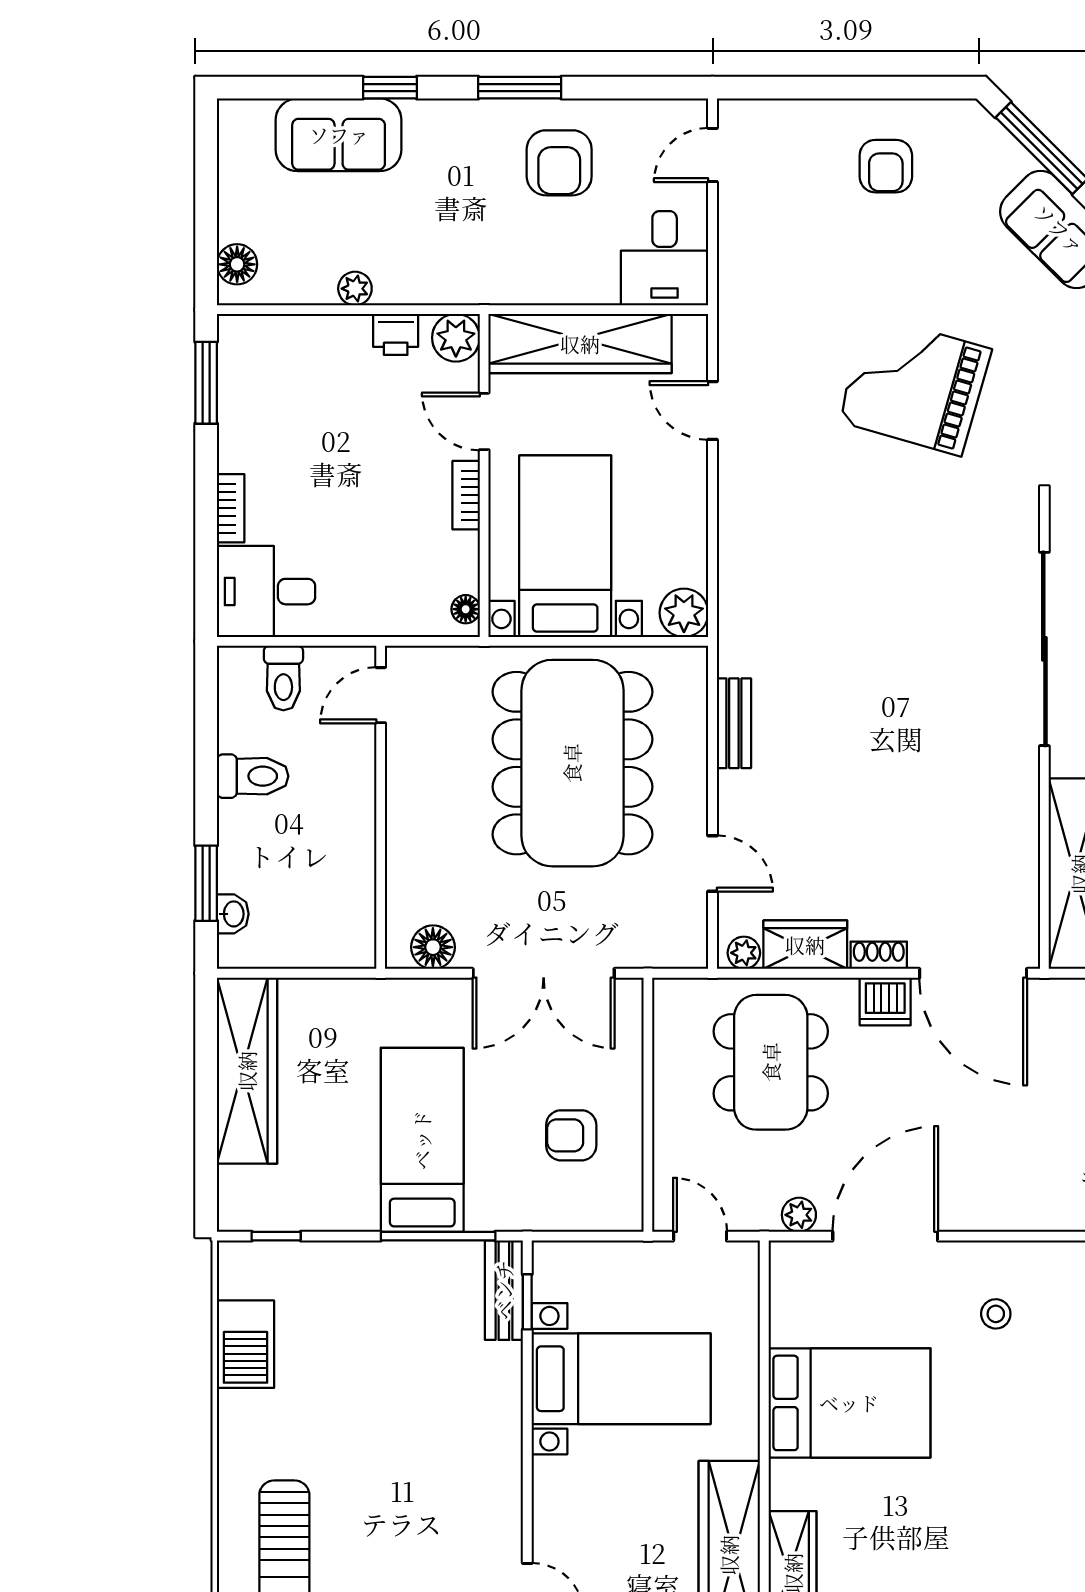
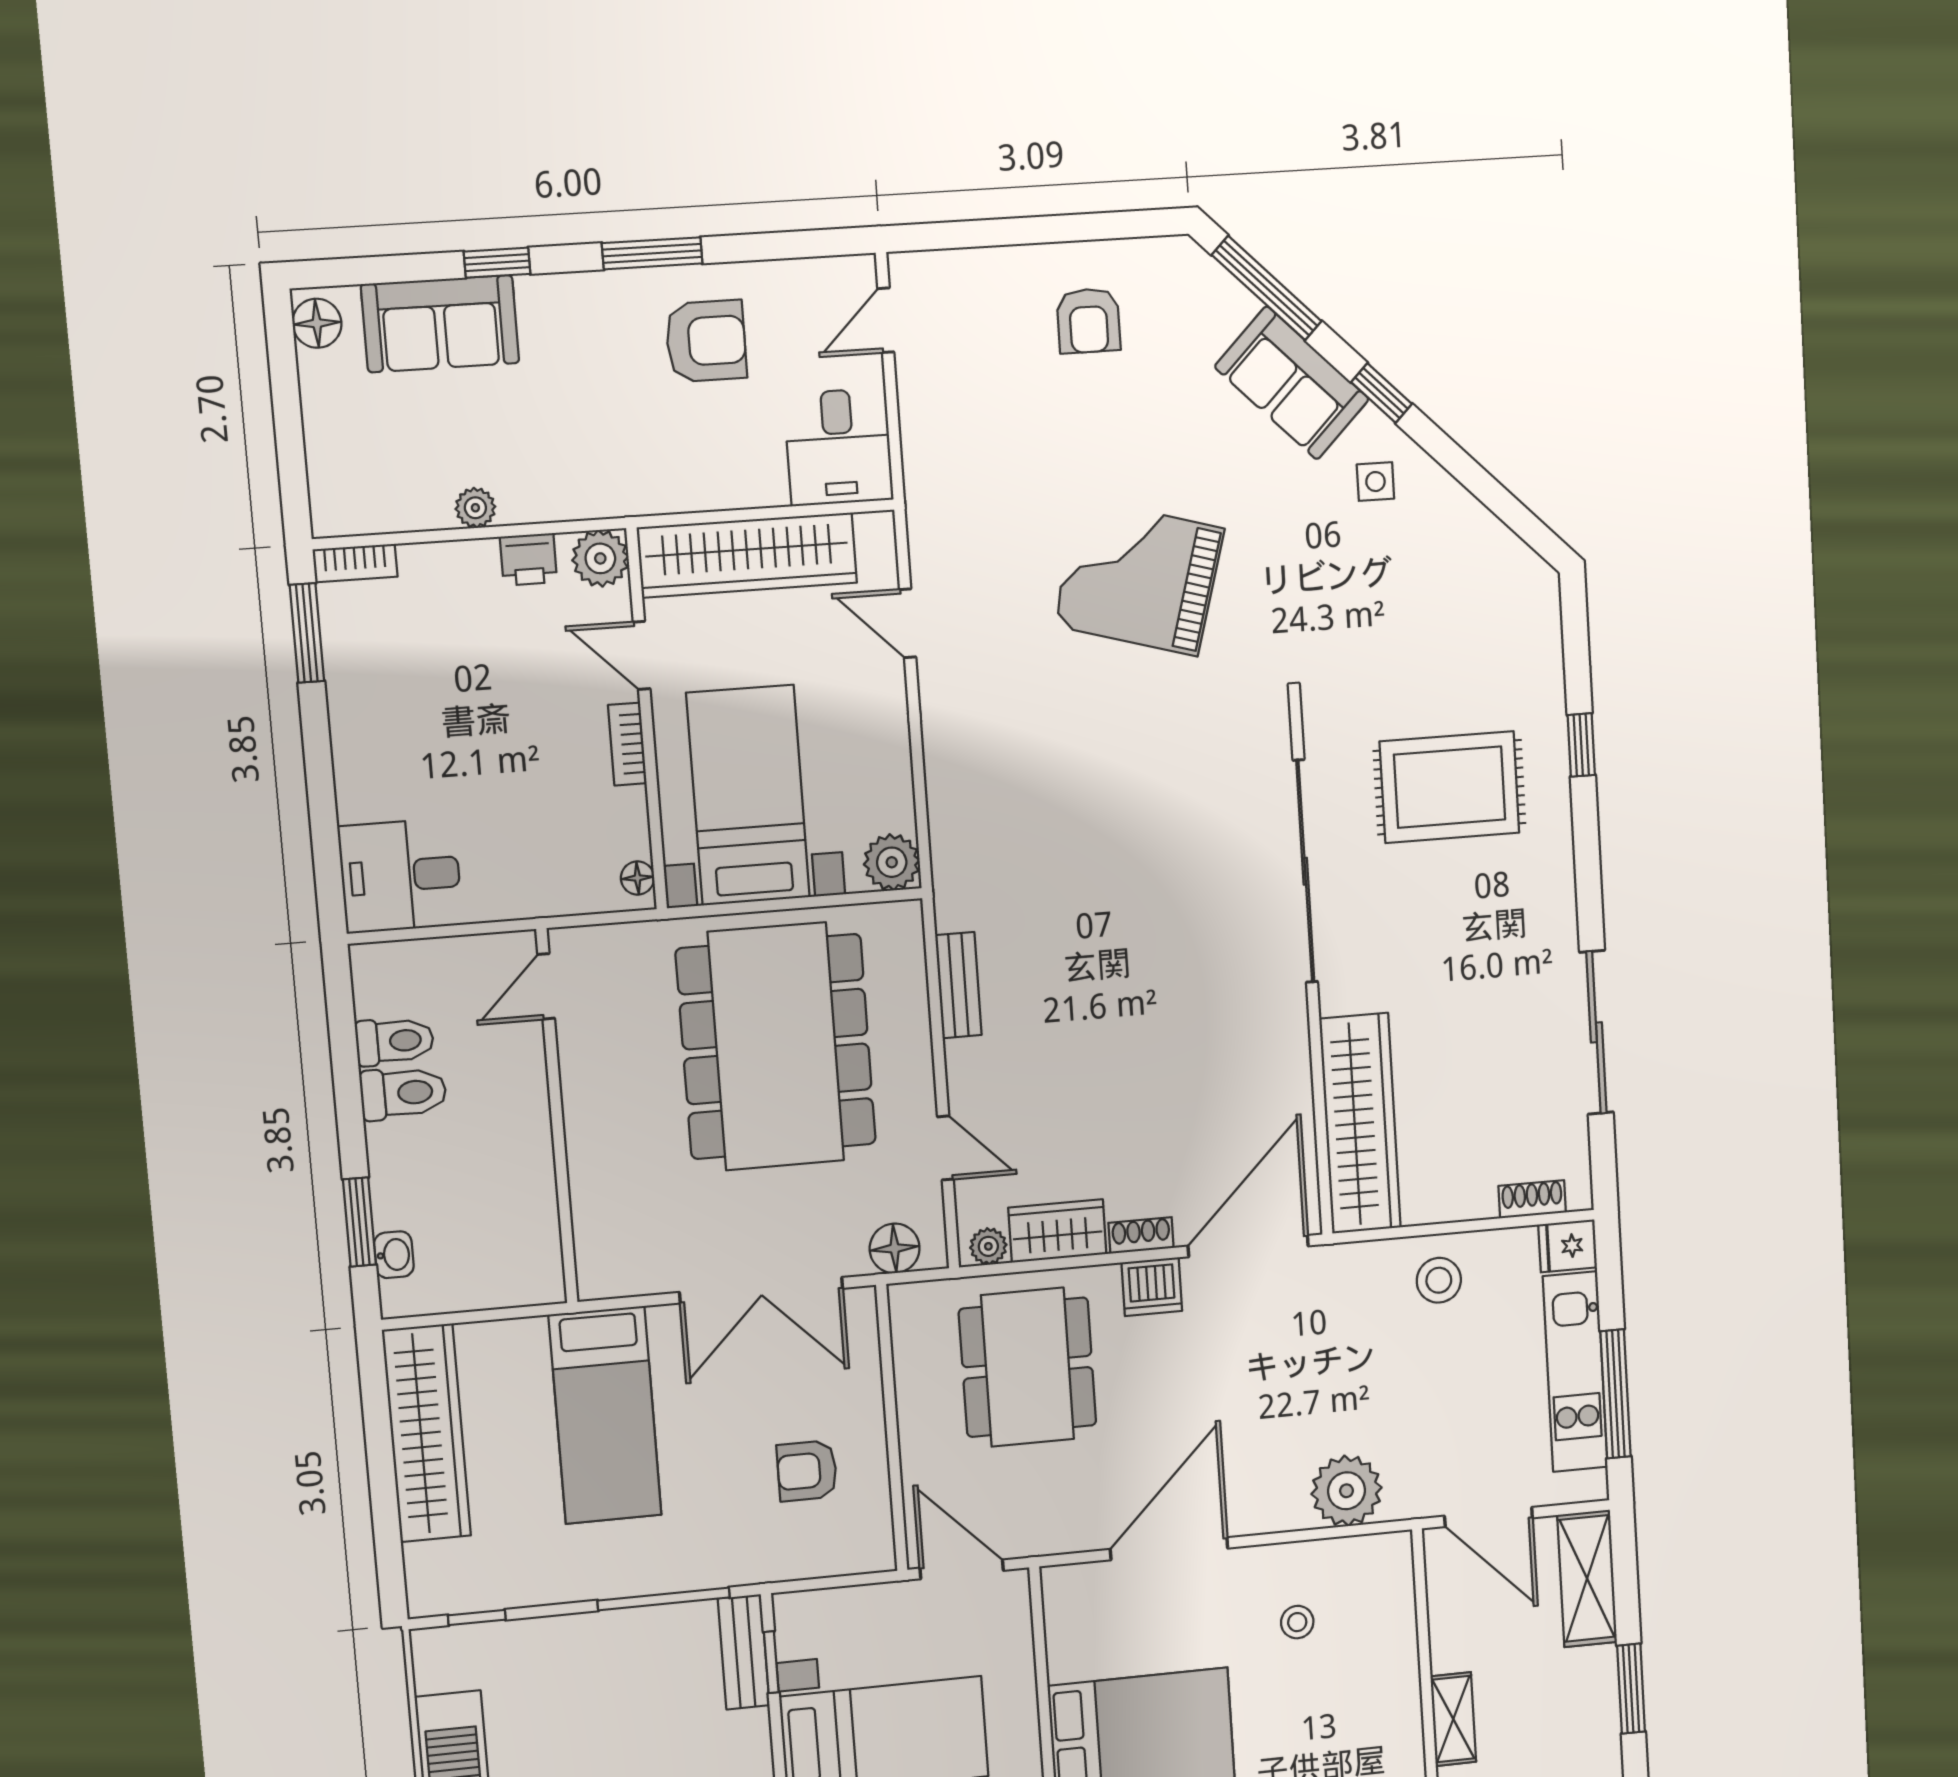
armchair: (559, 163) -> (706, 341), turned -90
floor lamp: (237, 264) -> (317, 323), moved
bookcase: (231, 508) -> (355, 563), moved, turned 90
toilet: (283, 678) -> (395, 1041), moved, turned -90
floor lamp: (433, 947) -> (895, 1248), moved
door: (973, 973) -> (1248, 1246), swing flipped
bed: (422, 1140) -> (605, 1415), moved, turned 180
plant: (799, 1215) -> (1347, 1491), moved, width x1.88, depth x1.88
door: (700, 1236) -> (962, 1569), width x1.38

